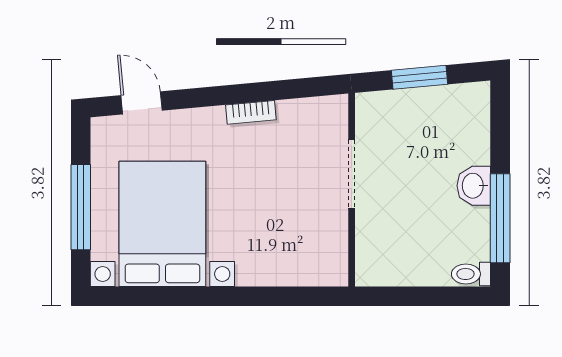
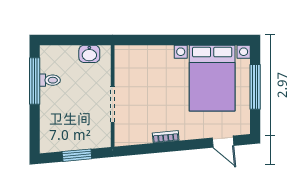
washbasin: (474, 186) -> (89, 54), moved, turned 90
toilet: (471, 274) -> (50, 80), moved

